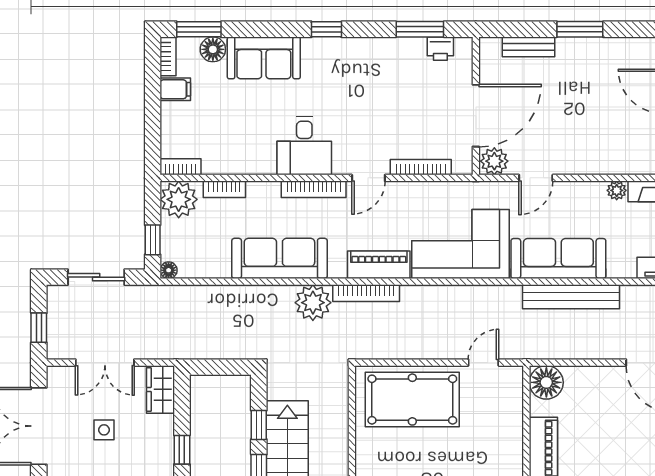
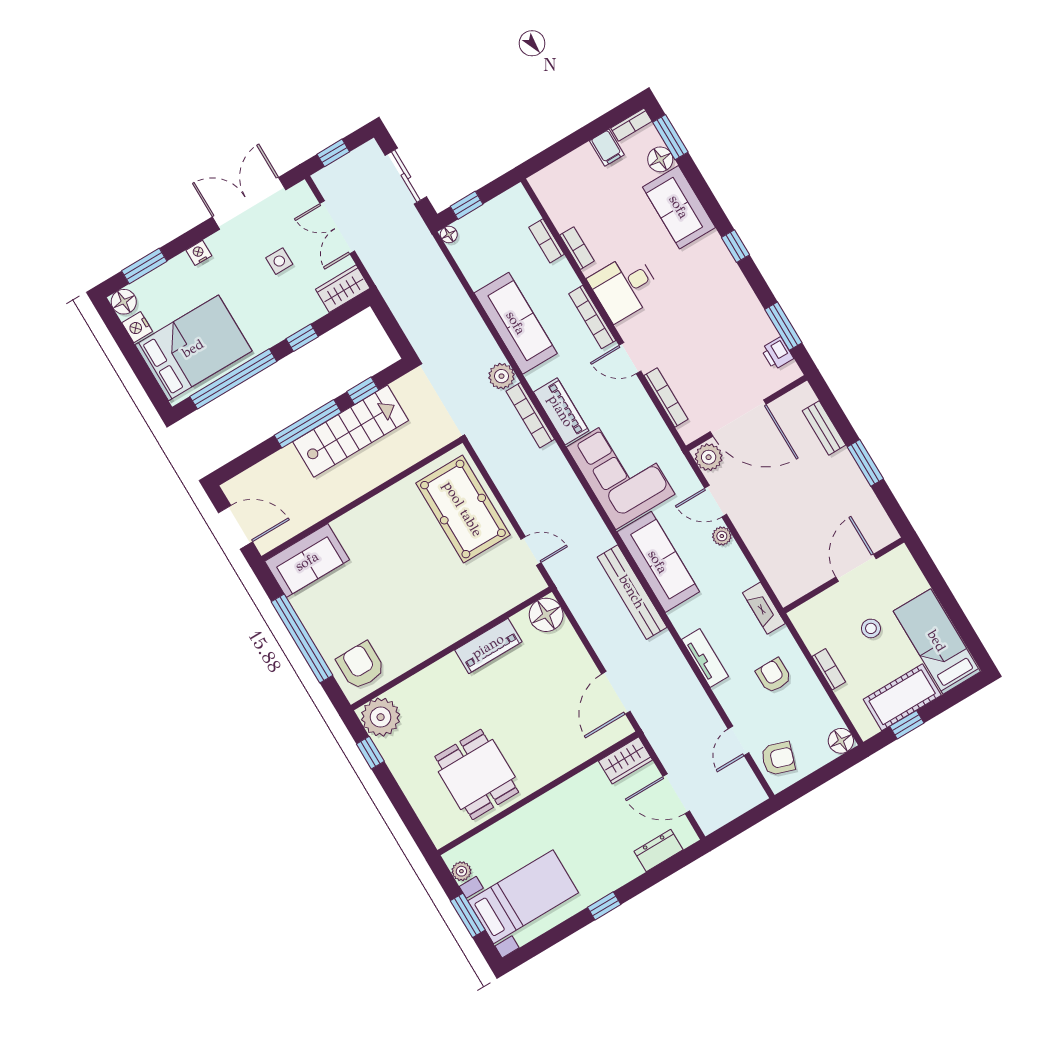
bookcase: (180, 167) -> (577, 248), moved
plant: (617, 190) -> (722, 536), moved
plant: (179, 199) -> (514, 207), removed
plant: (313, 303) -> (501, 376), width x0.73, depth x0.73

